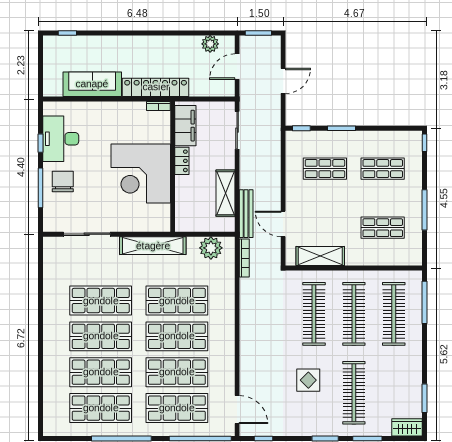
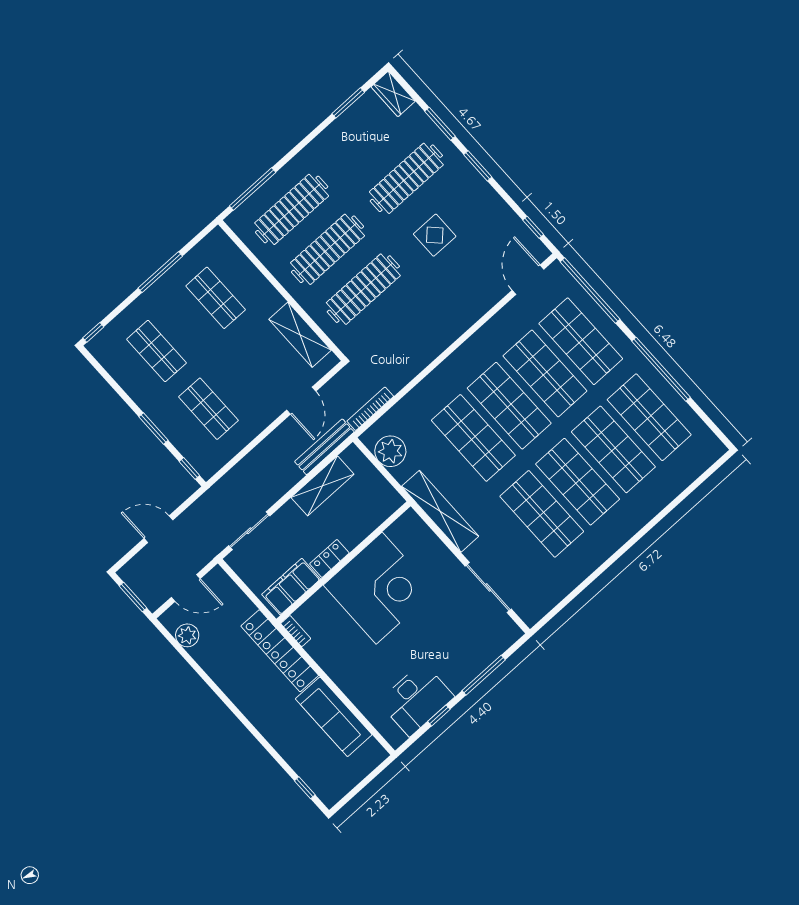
chair: (63, 182) -> (457, 659), removed

